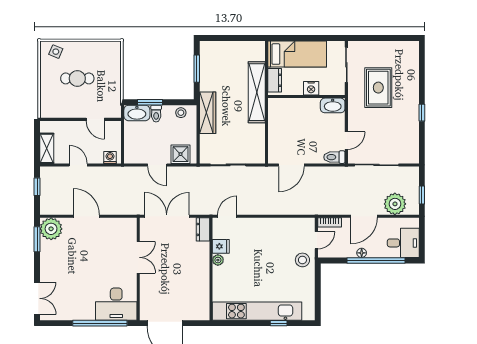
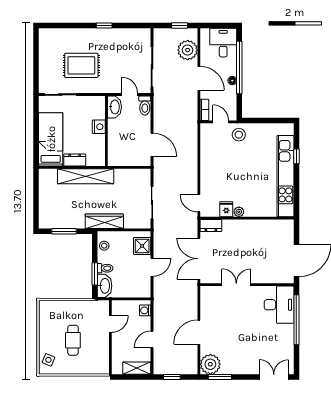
nightstand: (311, 88) -> (99, 127), moved
wall: (306, 97) -> (106, 131), moved
washbasin: (333, 105) -> (115, 107), moved

